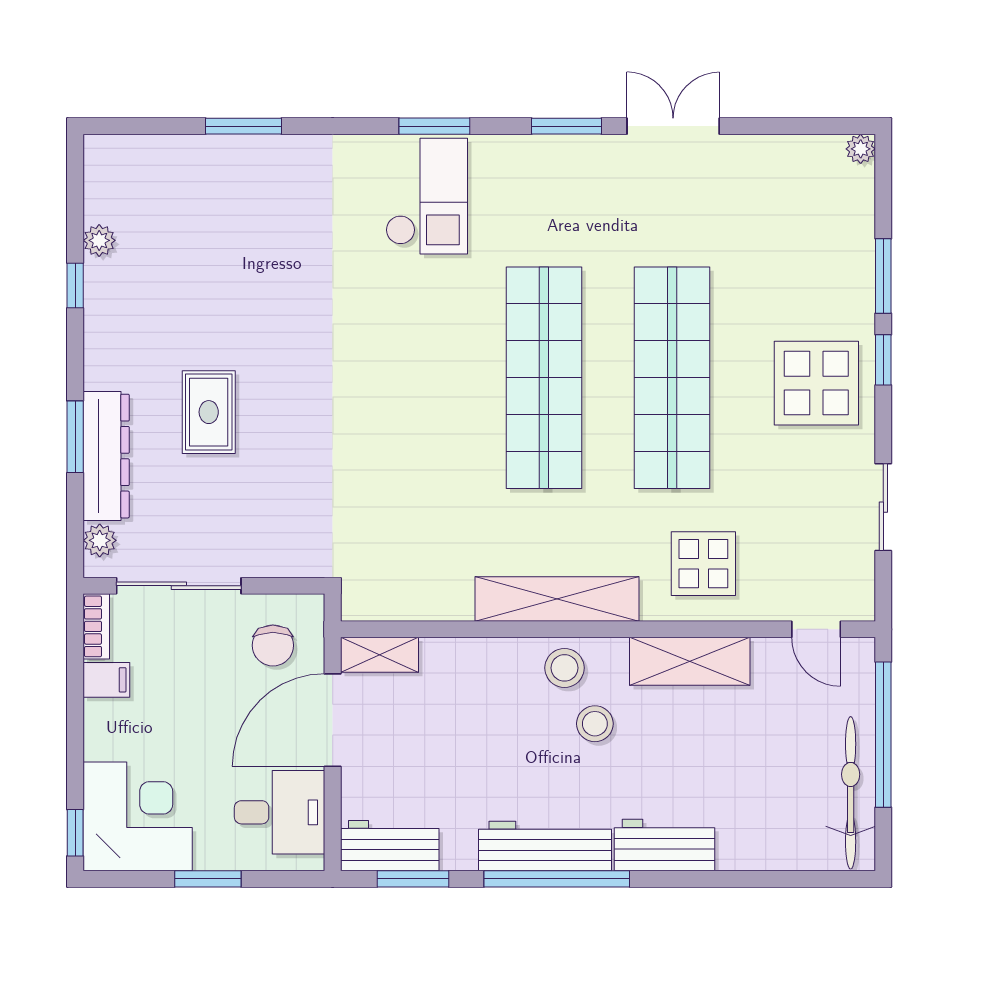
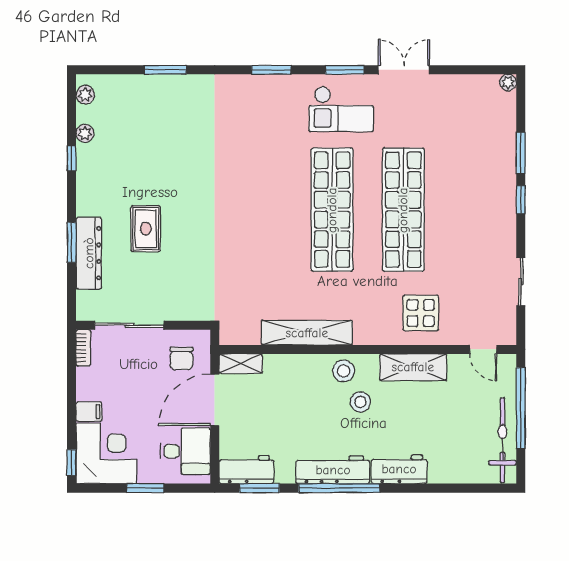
checkout: (427, 196) -> (341, 109), moved, turned 90
display table: (816, 383) -> (483, 213), removed
plant: (100, 540) -> (85, 95), moved
shelving: (557, 599) -> (307, 333), moved
filing cabinet: (106, 680) -> (89, 412), moved

